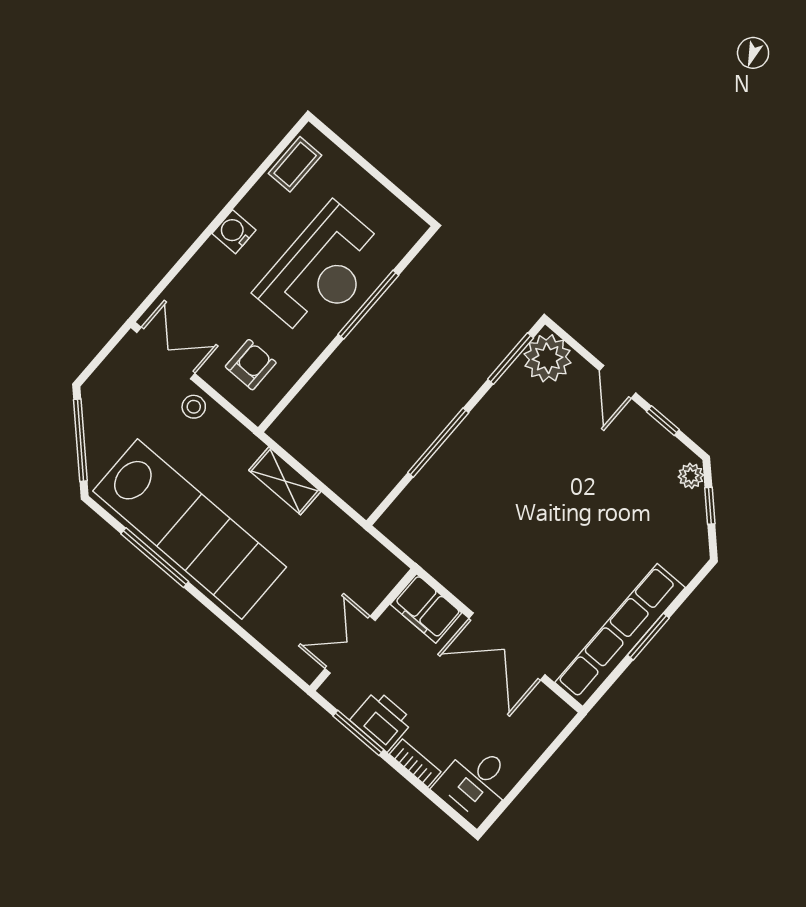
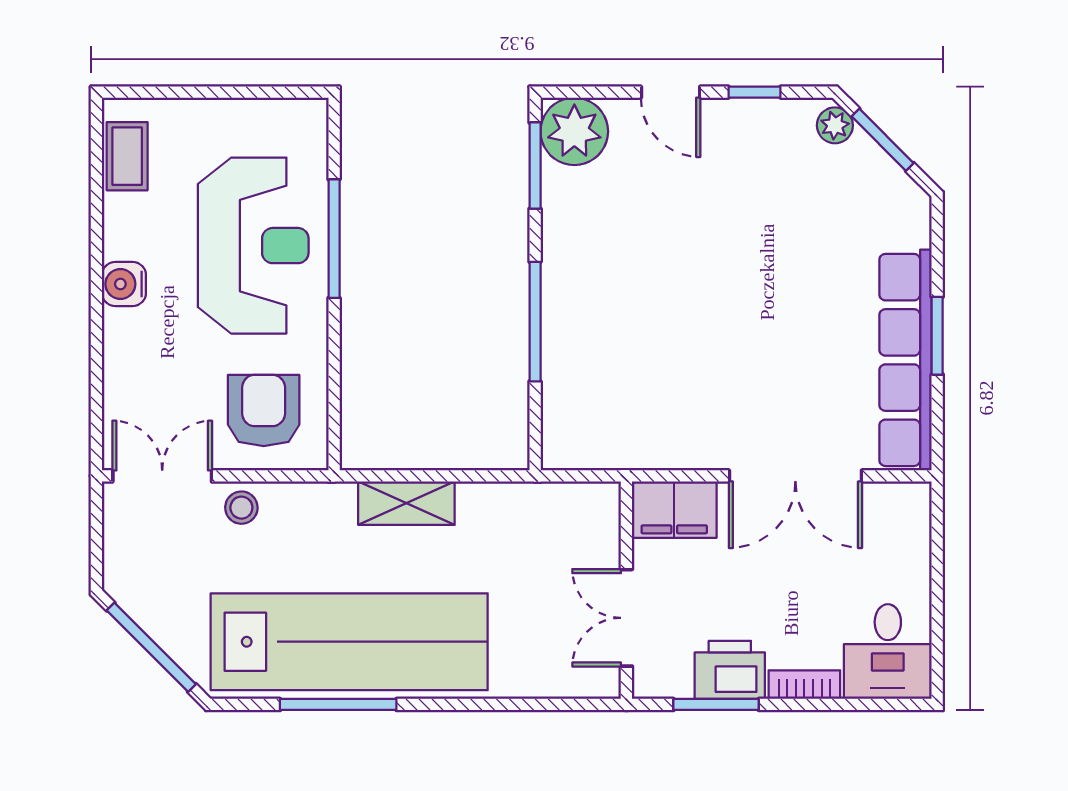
armchair: (251, 365) -> (264, 410), width x1.38, depth x1.38
window: (710, 506) -> (883, 140), width x1.50

